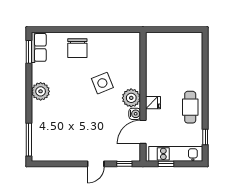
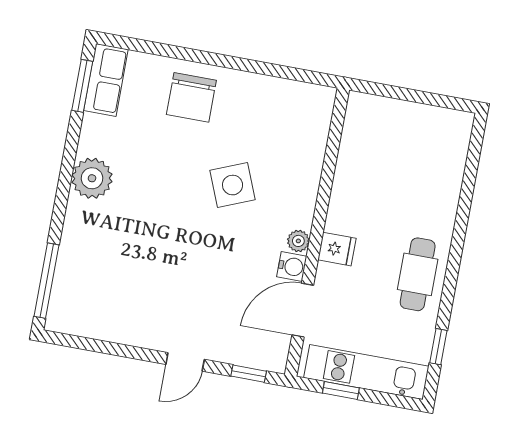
plant: (131, 98) -> (298, 241), width x0.53, depth x0.53

